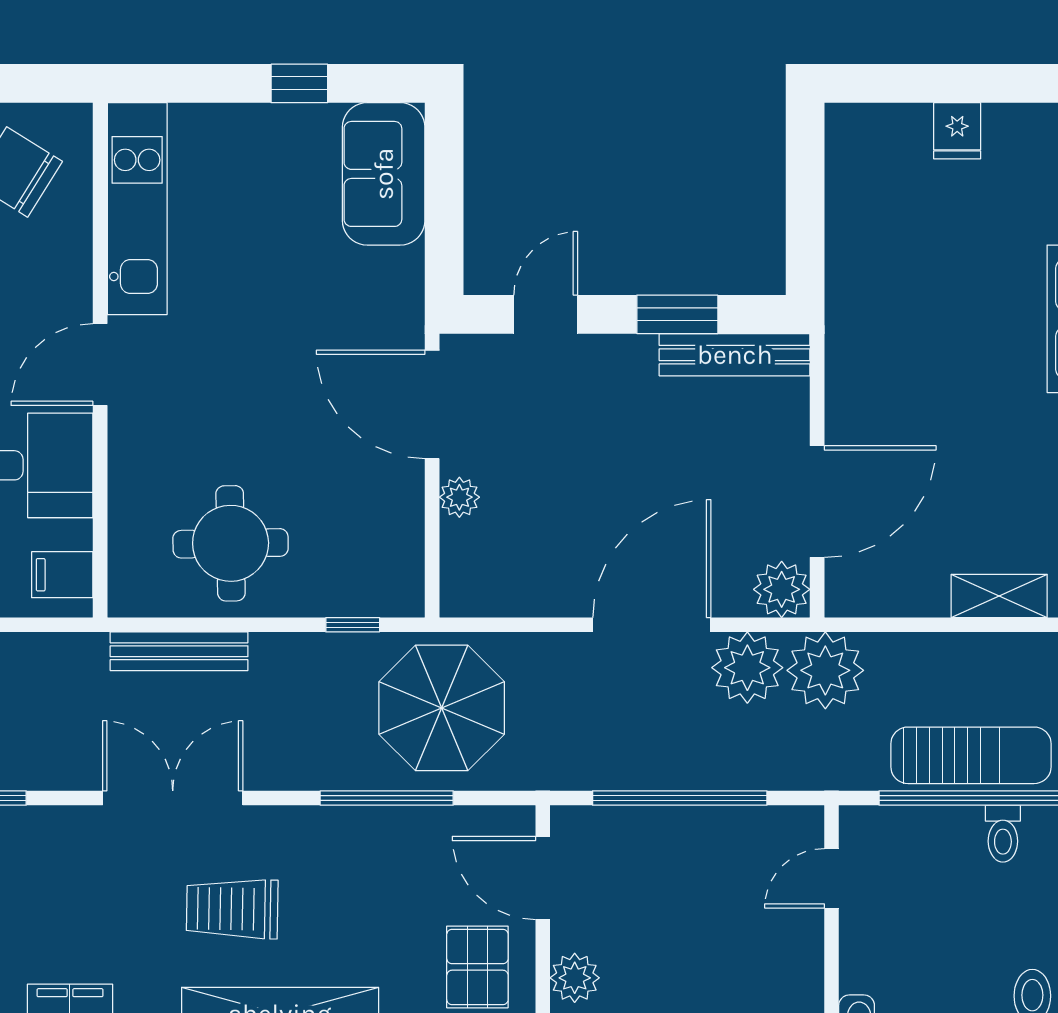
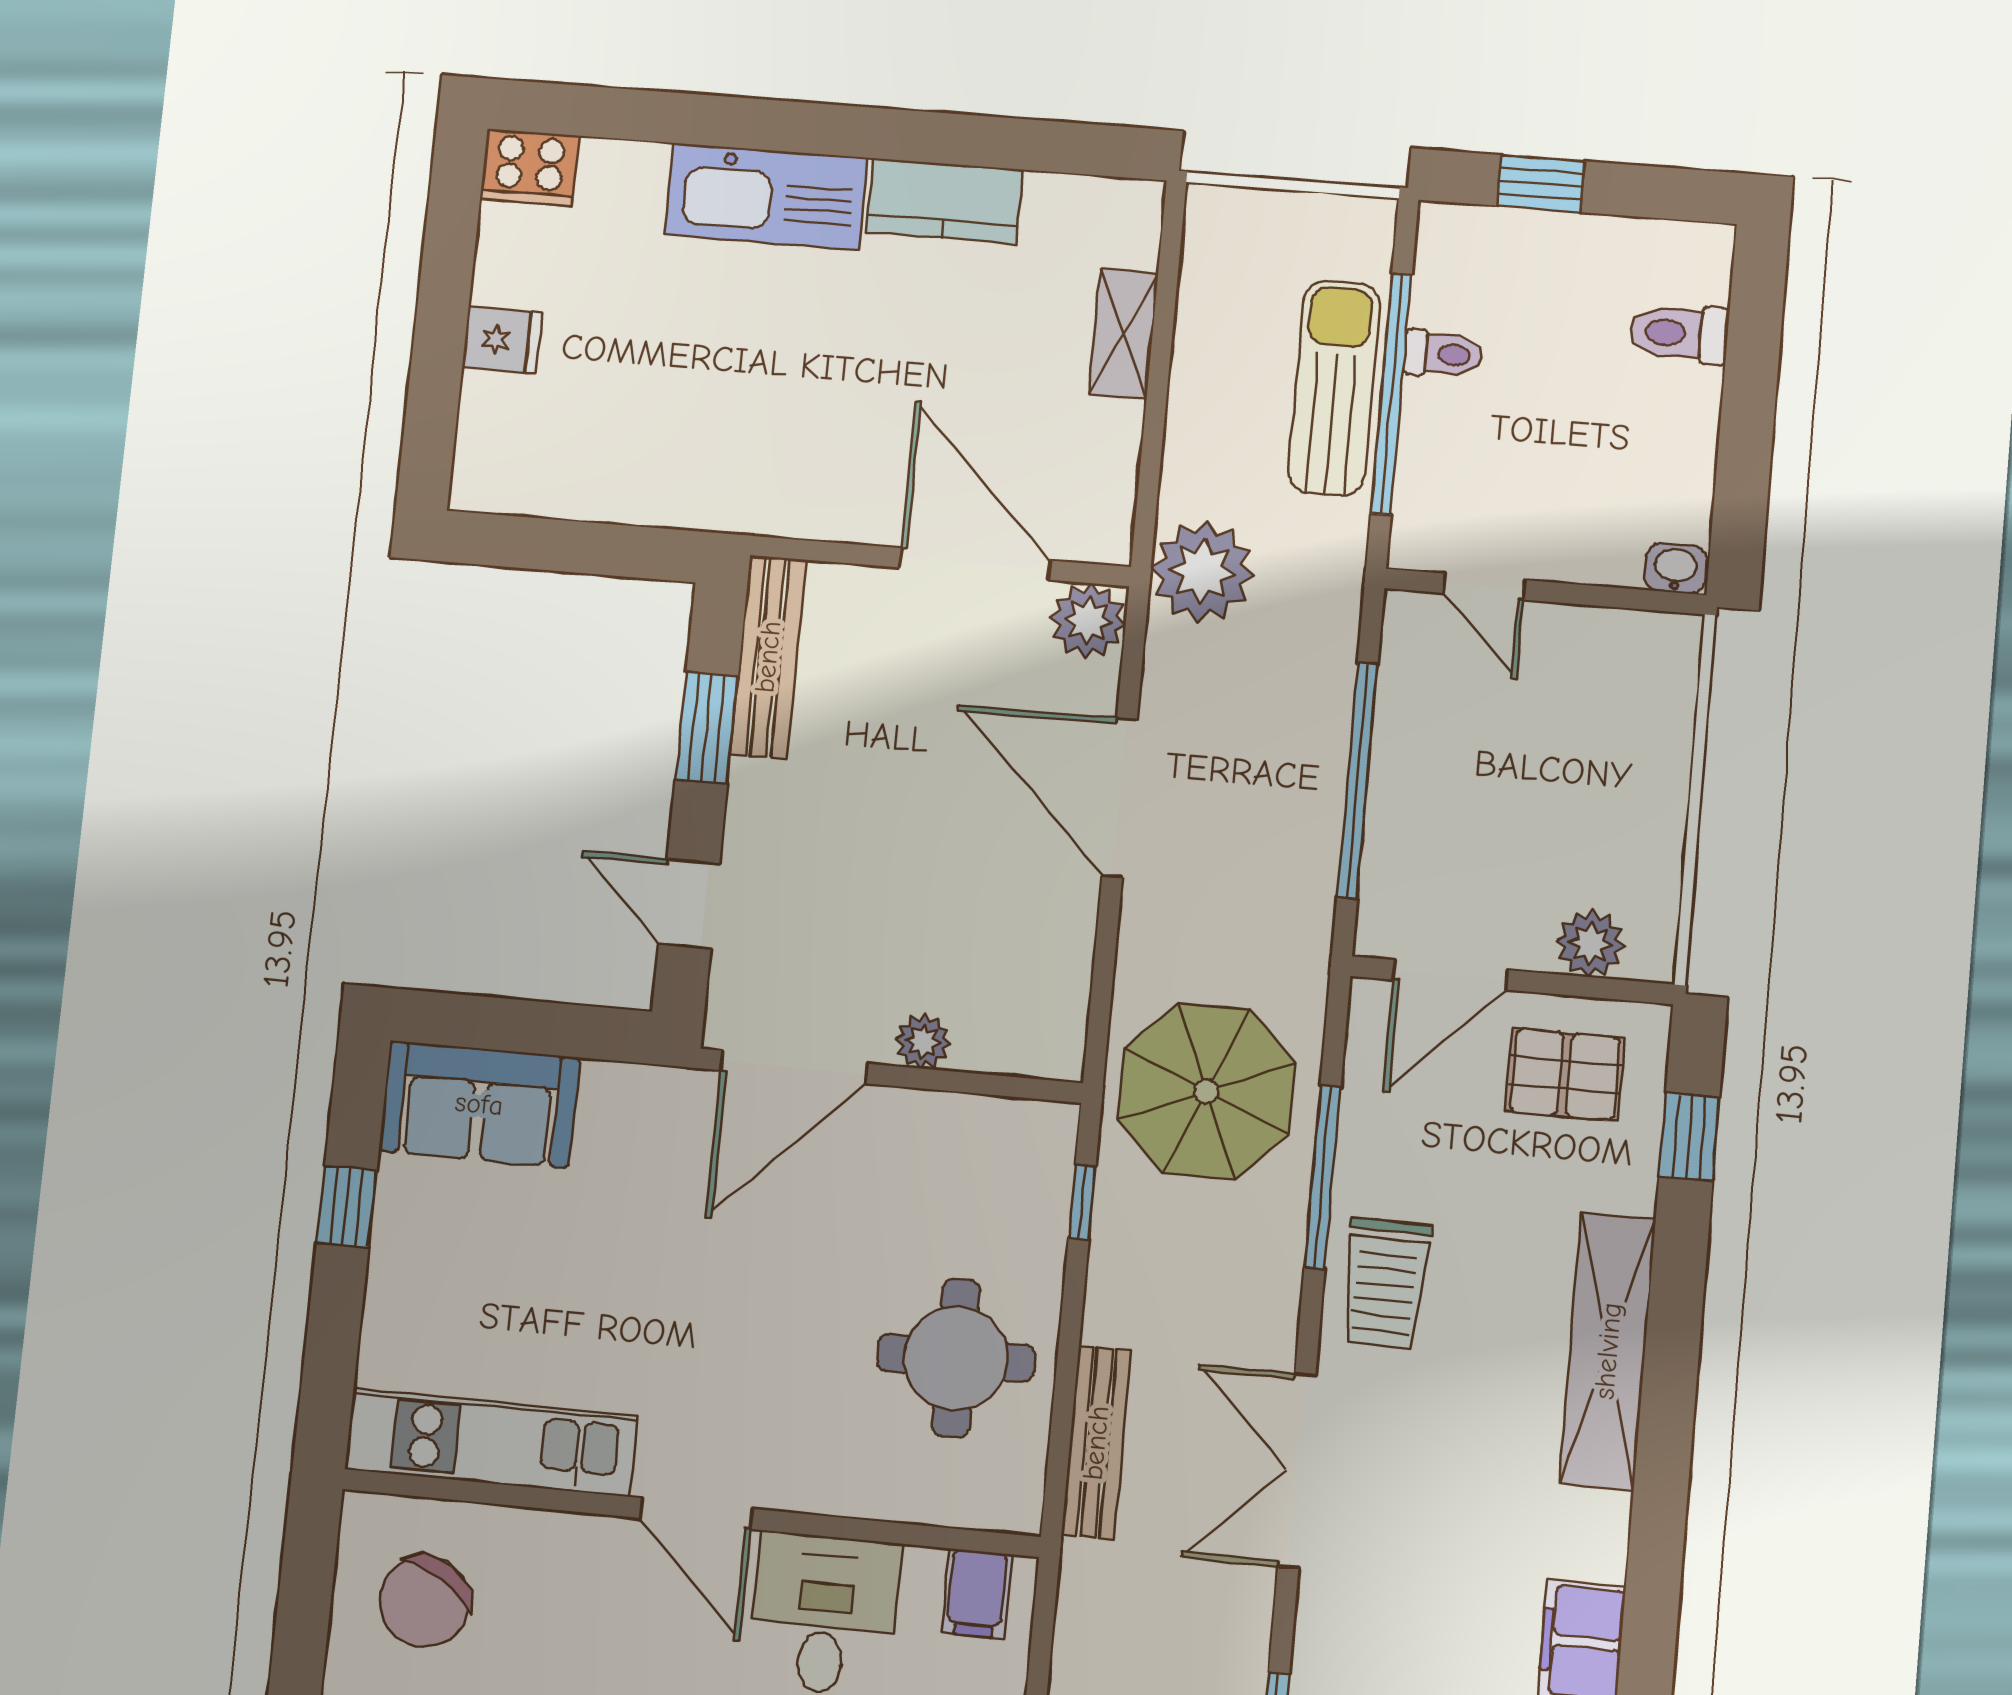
plant: (747, 668) -> (1189, 675), removed
trolley: (232, 909) -> (1385, 1283), moved

